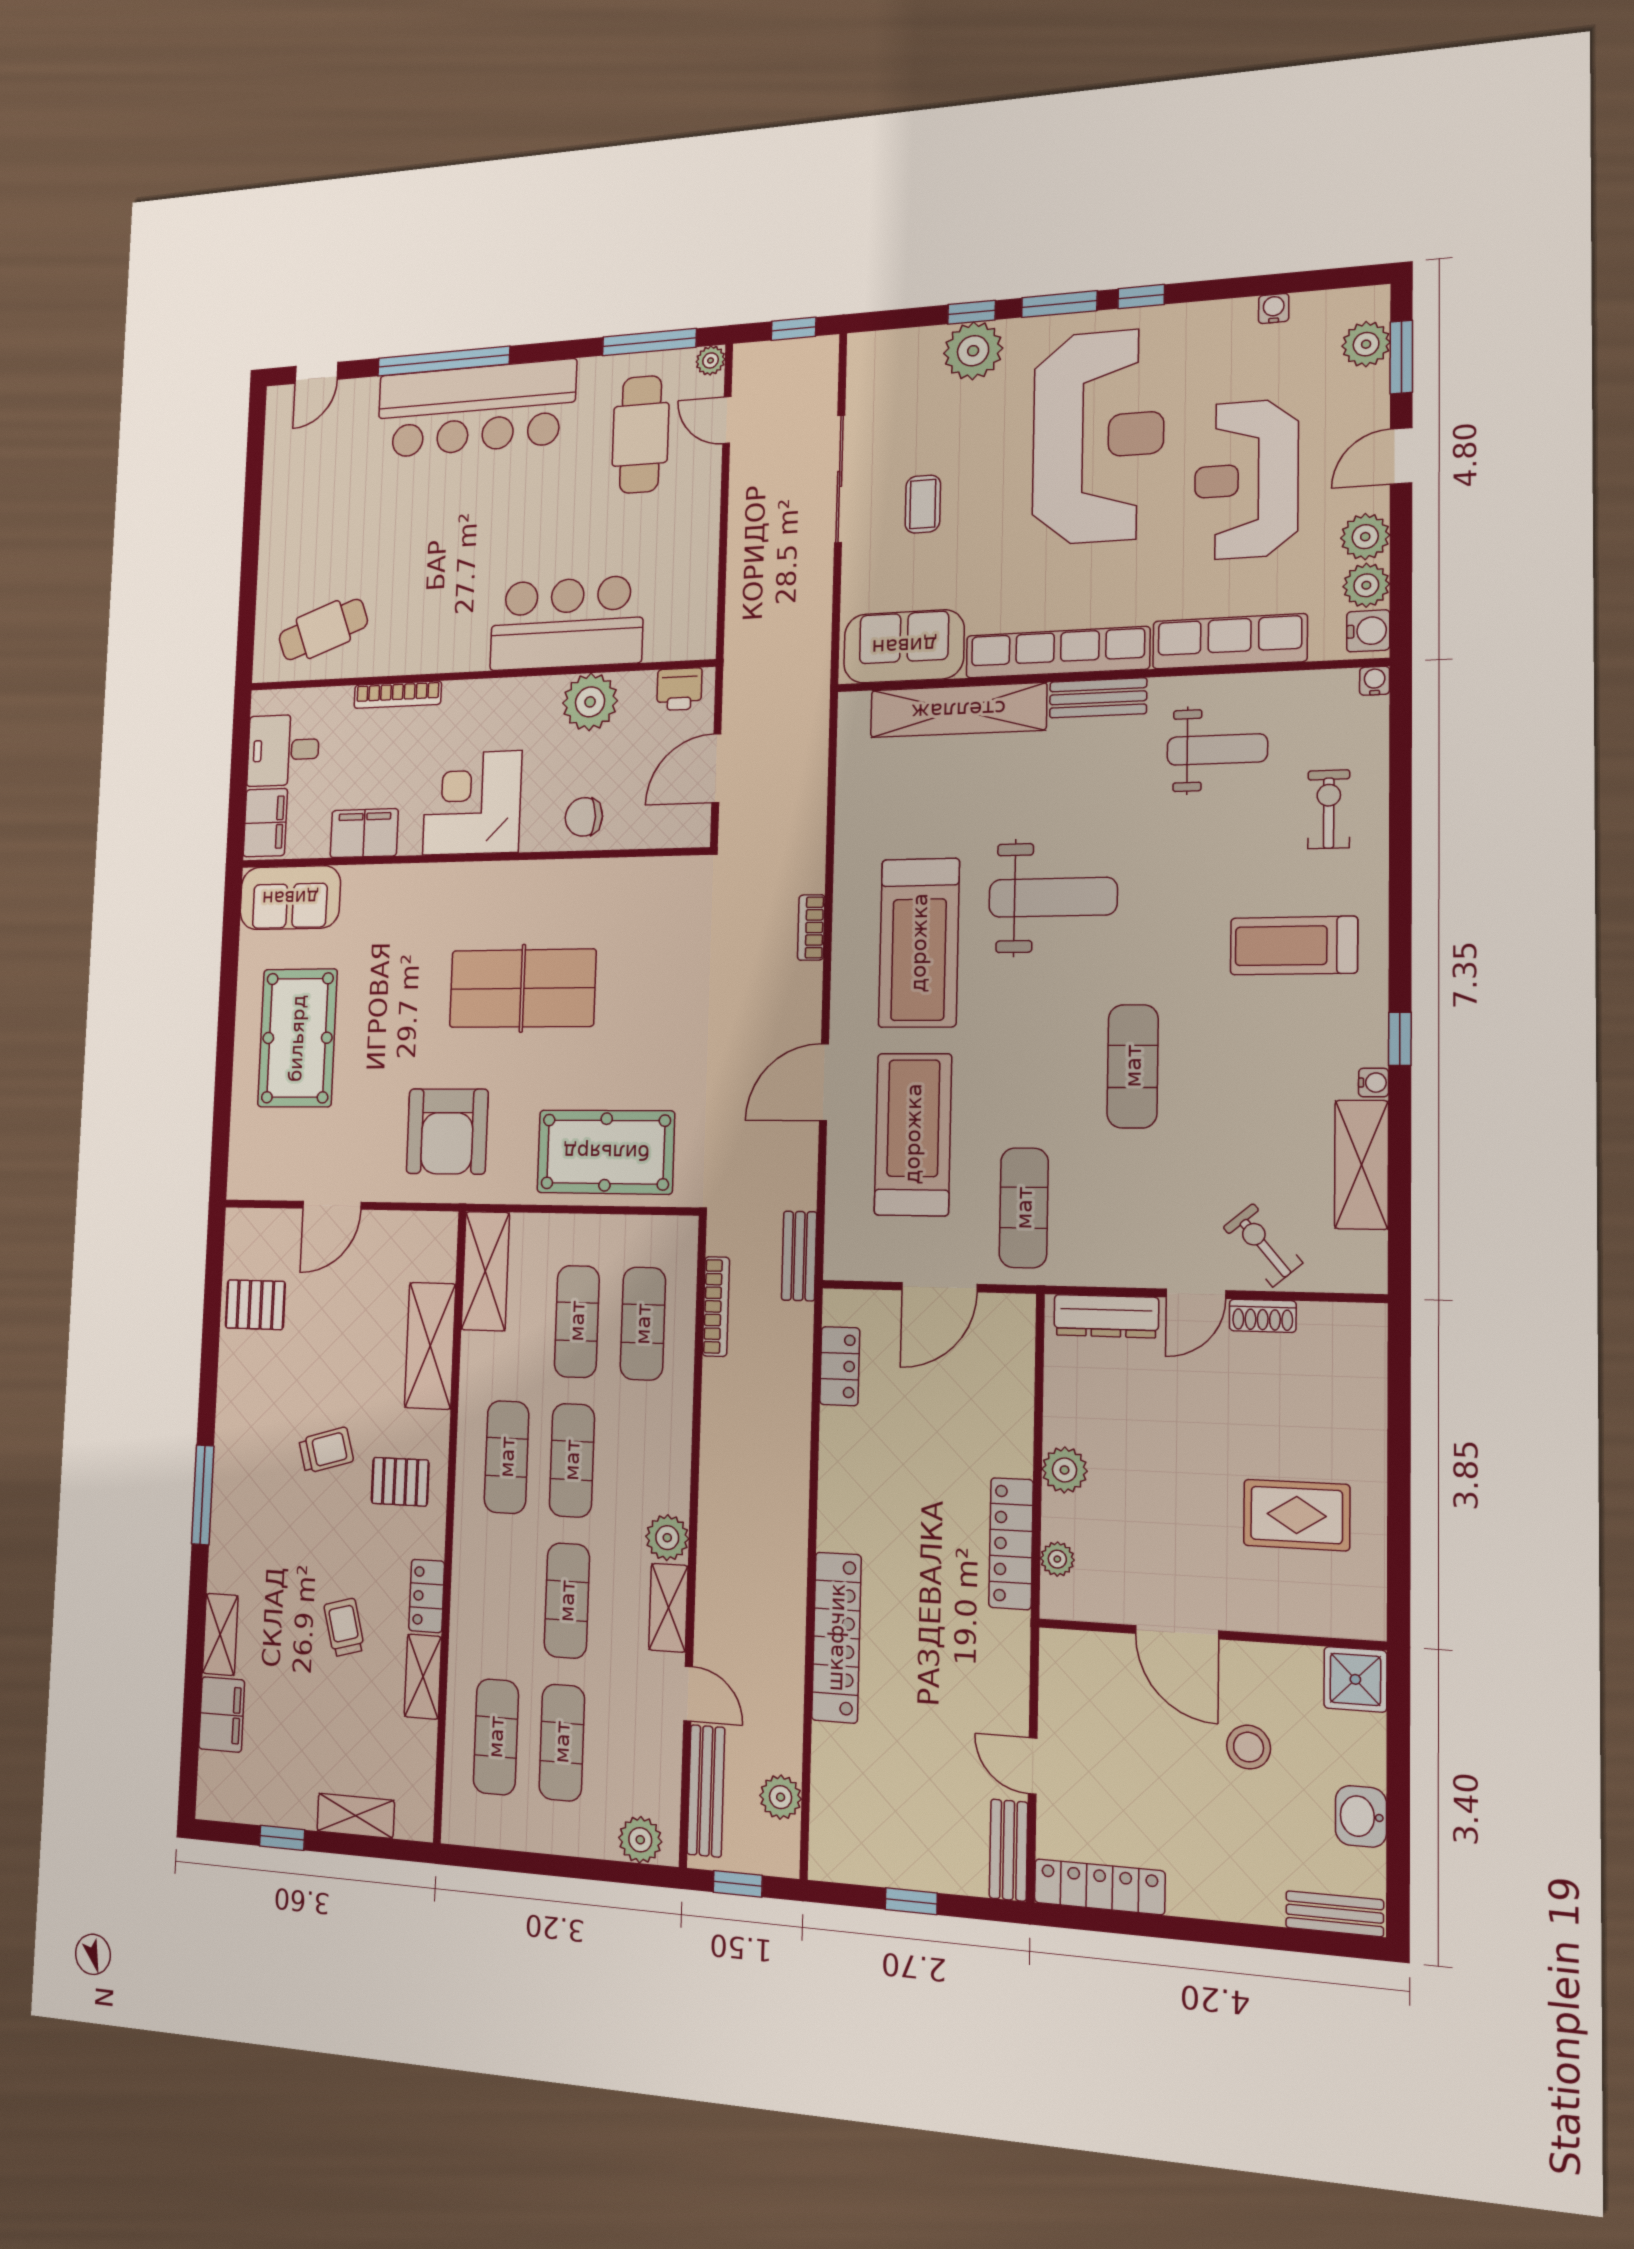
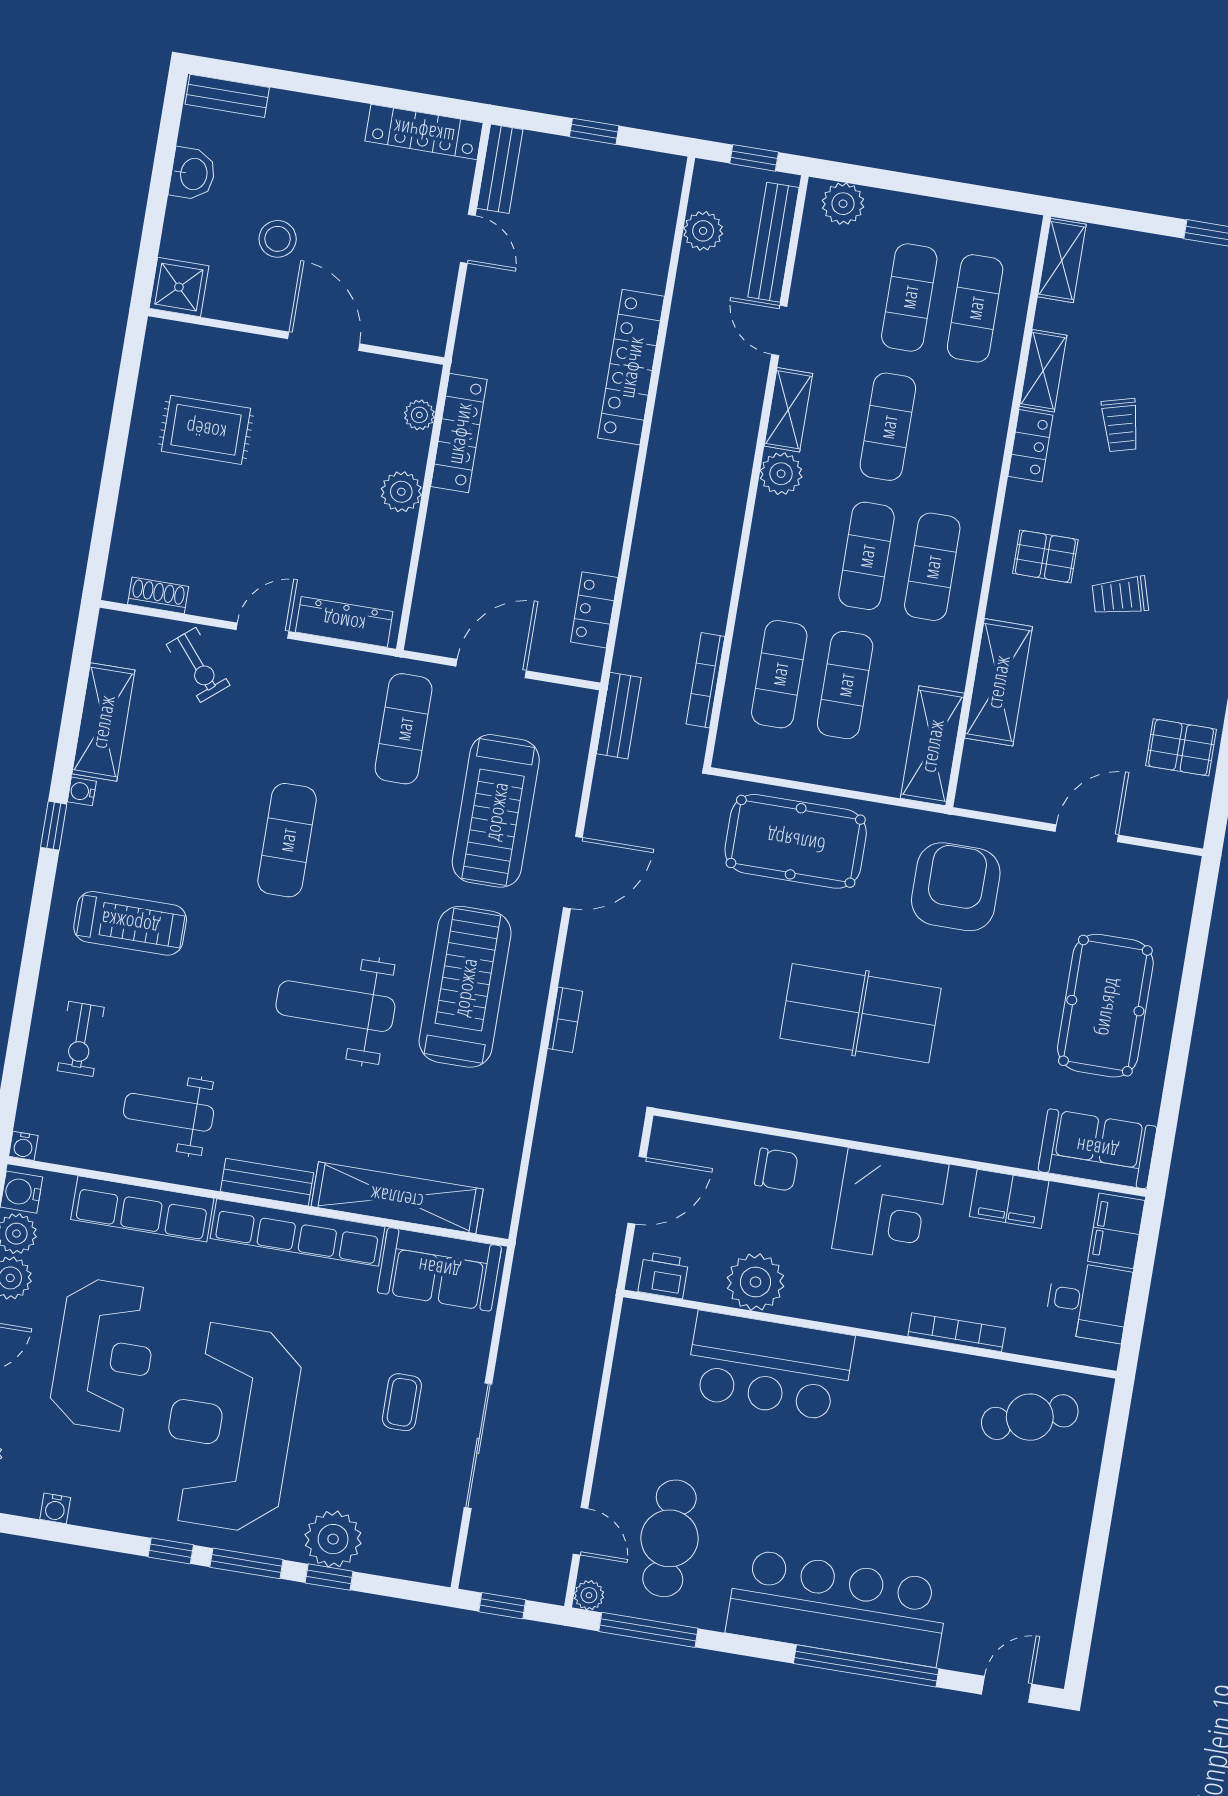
shoe rack: (1263, 1316) -> (158, 595), moved
shelving: (356, 1816) -> (1062, 261), moved, turned 90

